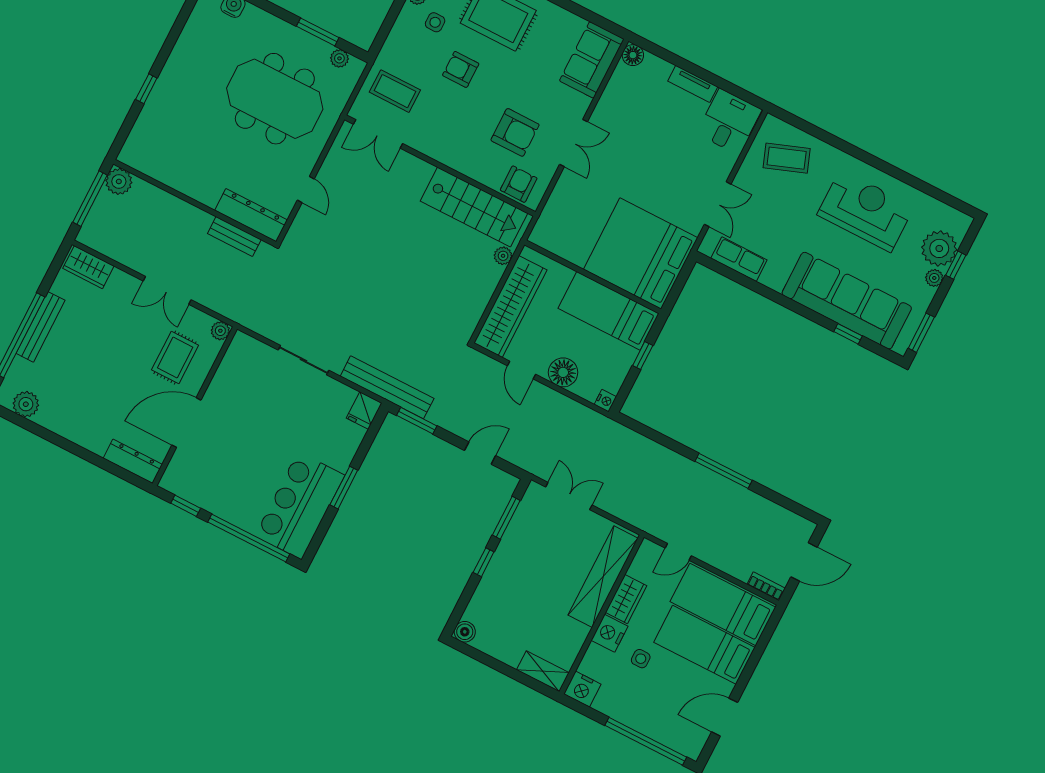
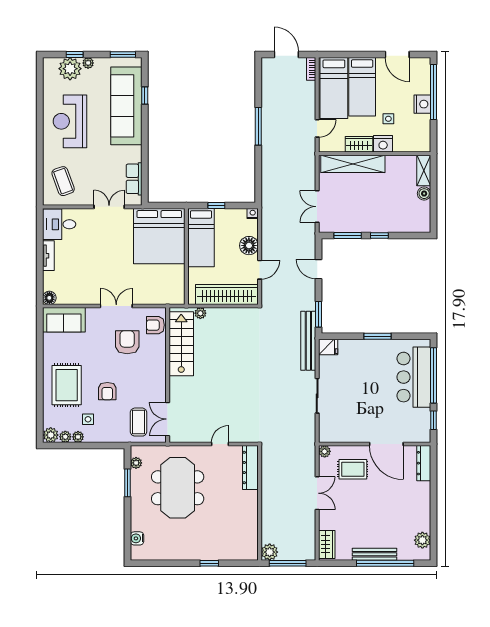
double door: (378, 134) -> (168, 419), swing flipped
bench: (234, 237) -> (267, 471), removed
bar counter: (300, 506) -> (414, 377), moved, turned 90
door: (678, 552) -> (317, 128), hinge flipped
boiler: (465, 632) -> (424, 194), moved
nightstand: (582, 689) -> (422, 104), moved

